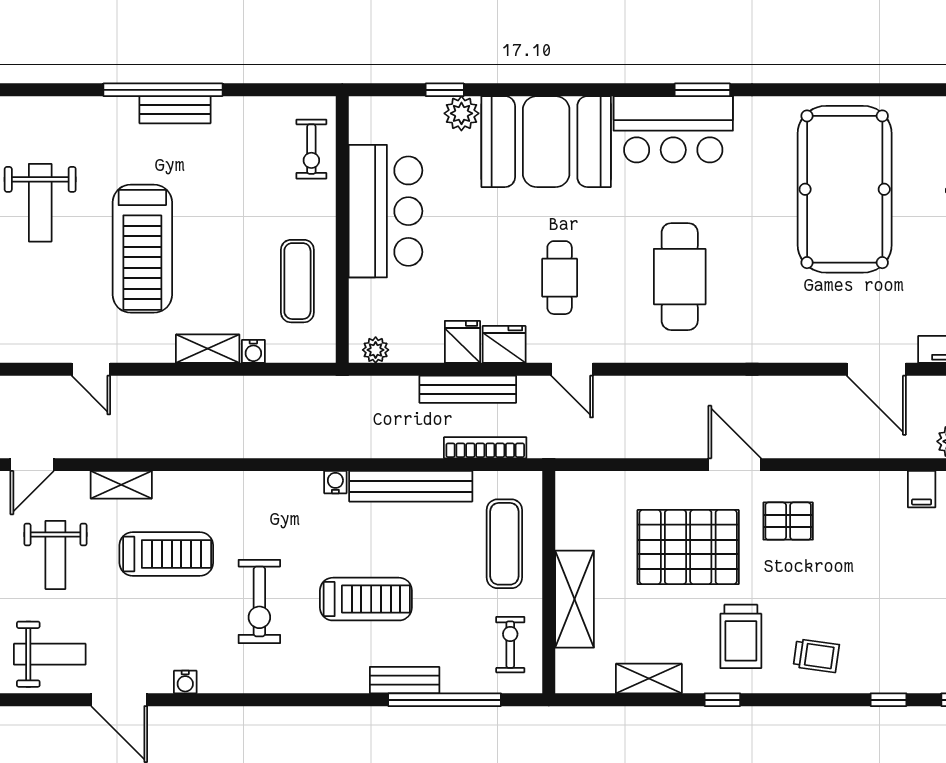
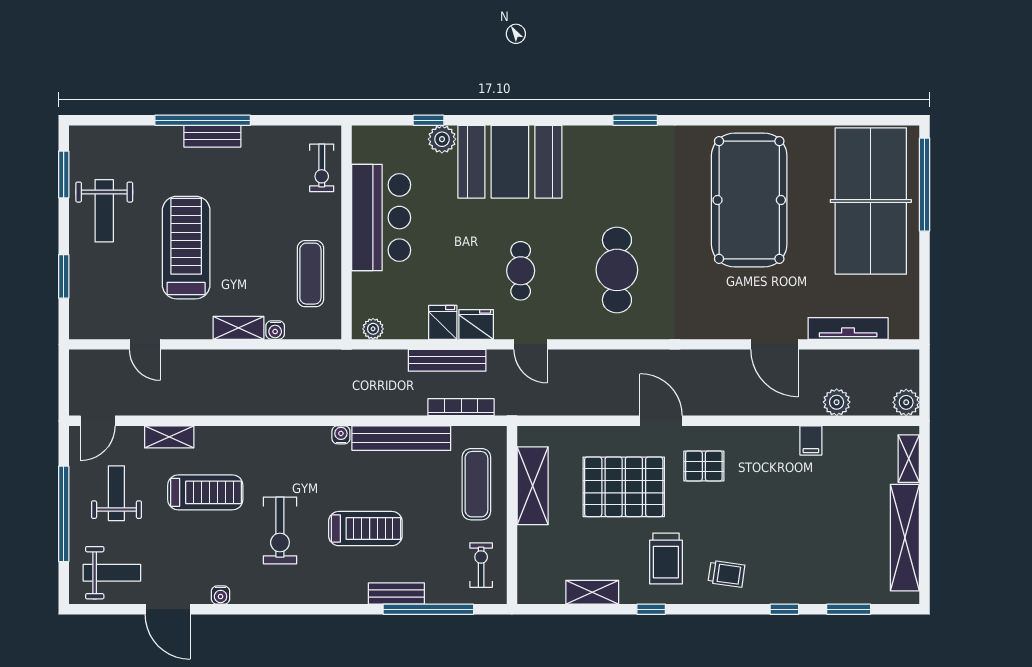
bar counter: (673, 129) -> (612, 152), removed
treadmill: (142, 249) -> (186, 248), turned 180
weight bench: (55, 555) -> (116, 493), turned 180
shelving: (575, 599) -> (533, 486), moved

